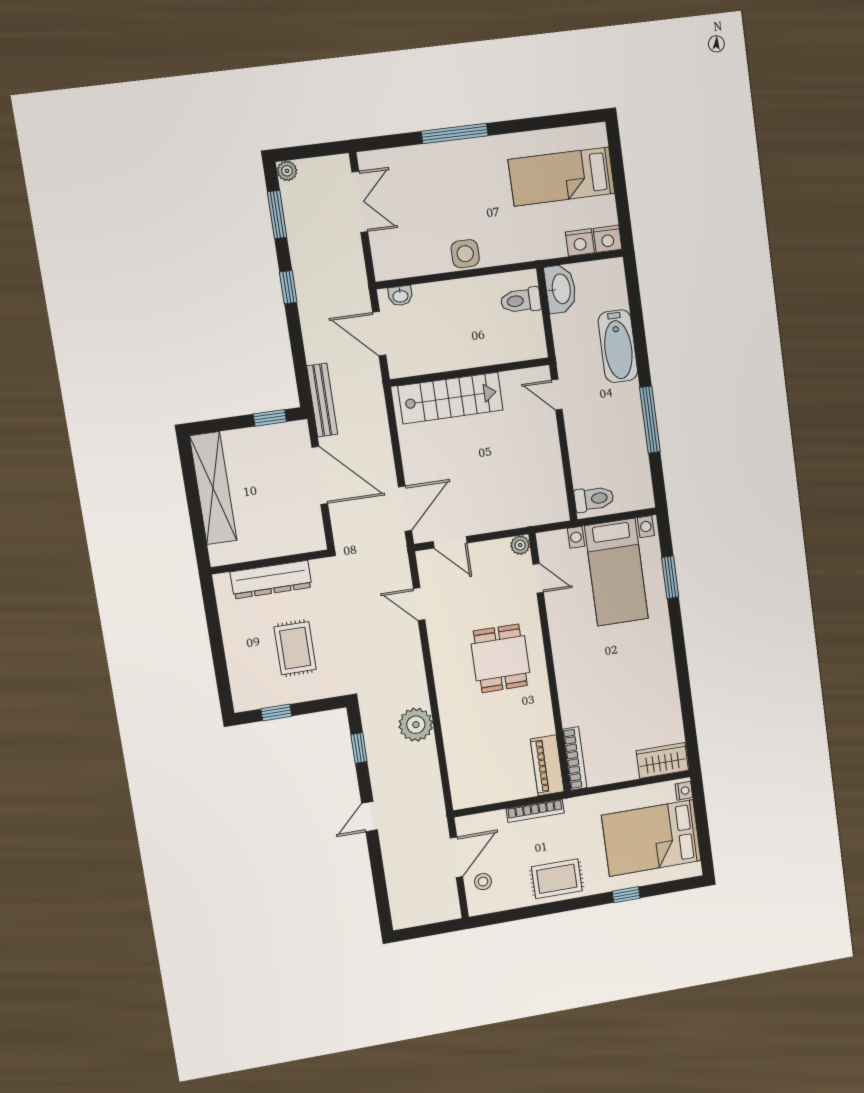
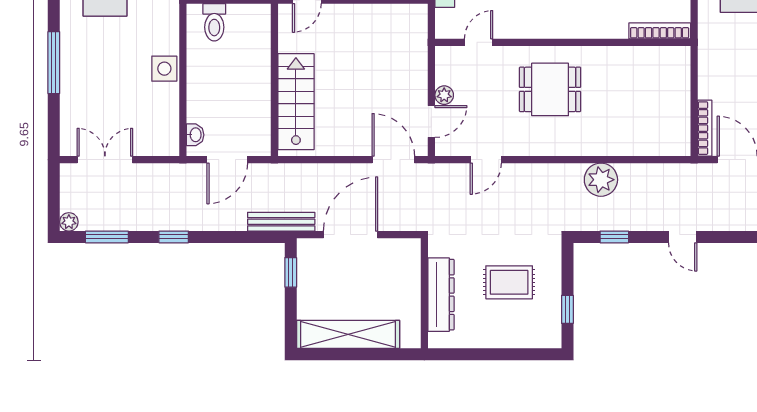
plant: (520, 545) -> (444, 95), moved
piano: (547, 765) -> (662, 59), removed
bookcase: (535, 811) -> (705, 128), moved

